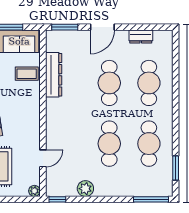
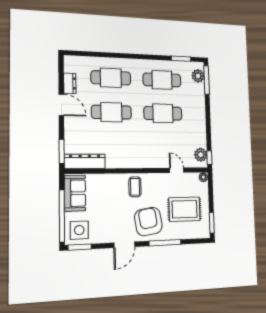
door: (102, 27) -> (61, 105), moved
coffee table: (27, 74) -> (135, 187), moved
dresser: (54, 75) -> (85, 161), moved
plant: (85, 189) -> (201, 155), moved
plant: (156, 189) -> (198, 76), added

